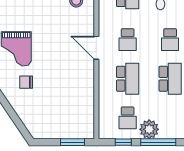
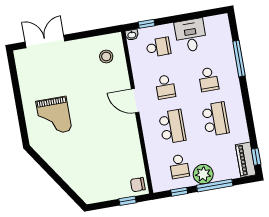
chair: (26, 82) -> (138, 185), moved
window: (73, 142) -> (128, 201), width x0.67

